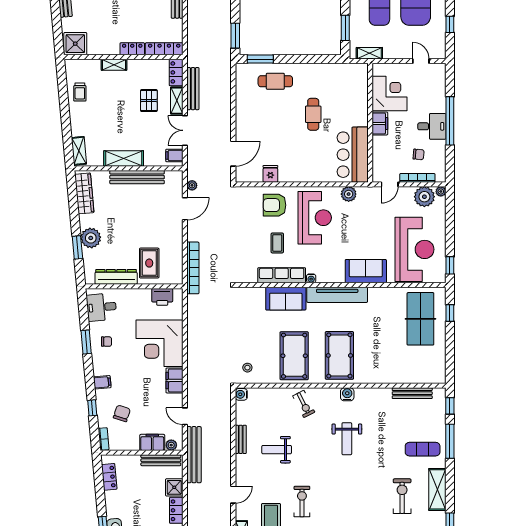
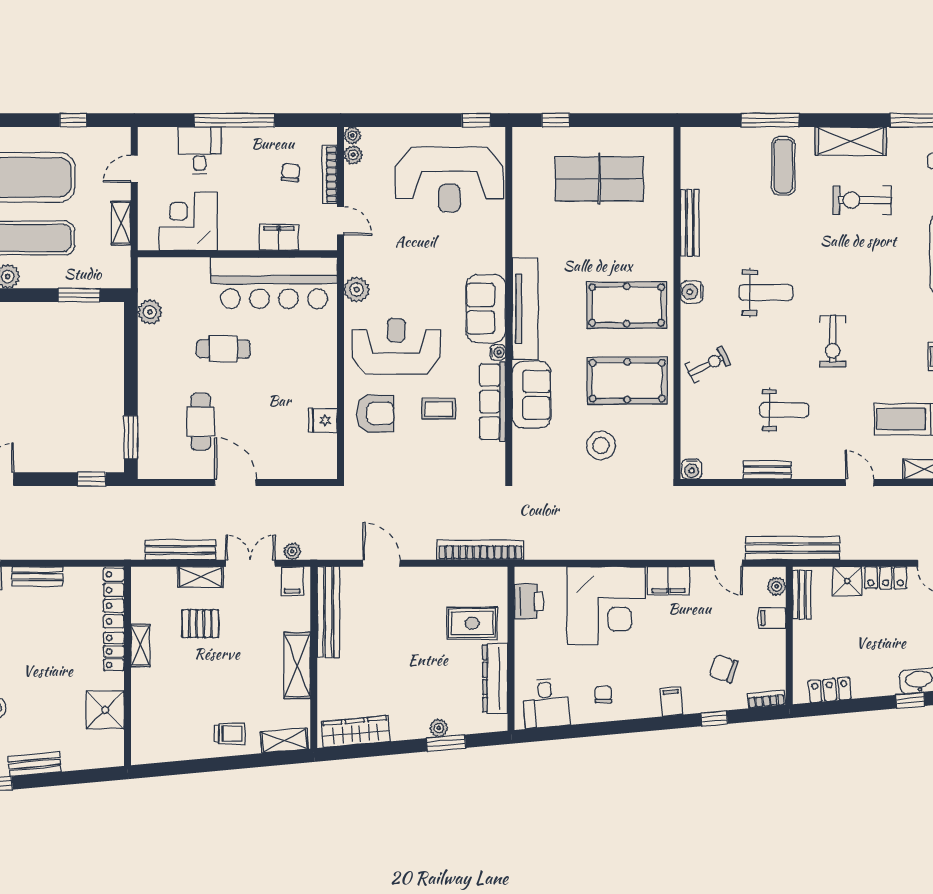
window: (235, 36) -> (92, 479), width x0.67
shower: (75, 44) -> (105, 710), moved
shelving: (369, 53) -> (121, 223), moved
shelving: (114, 65) -> (140, 646), moved
plant: (335, 70) -> (150, 312), added
locker: (176, 72) -> (153, 578), removed
cafe table: (275, 81) -> (201, 422), moved
trolley: (80, 92) -> (230, 734), moved
filing cabinet: (380, 123) -> (279, 237), moved
desk: (432, 126) -> (200, 150), moved
double door: (185, 130) -> (250, 563), swing flipped
door: (233, 154) -> (235, 482), moved
bar counter: (353, 155) -> (274, 283), width x1.36
bench: (137, 177) -> (328, 612), moved
plant: (192, 185) -> (292, 551), moved
plant: (424, 197) -> (353, 155), width x0.53, depth x0.53
armchair: (275, 205) -> (375, 413), turned -90
plant: (91, 238) -> (439, 728), width x0.53, depth x0.53
reception desk: (414, 249) -> (449, 179), turned 180
sofa: (366, 271) -> (486, 309), moved
table tennis table: (420, 319) -> (599, 179), moved
window: (86, 342) -> (604, 728), removed
stool: (247, 368) -> (601, 445), moved, width x1.89, depth x1.89
bench: (412, 393) -> (690, 223), moved
window: (450, 406) -> (711, 120), removed
door: (185, 416) -> (728, 563), hinge flipped
filing cabinet: (152, 442) -> (772, 618), width x0.50
weight bench: (277, 450) -> (784, 410), turned -90
bench: (161, 460) -> (802, 595), width x0.73
exercise bike: (302, 502) -> (833, 341), moved, turned -90

